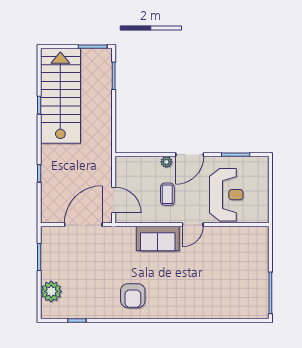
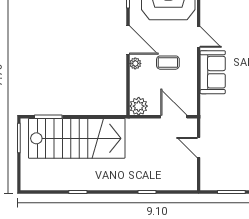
stairs: (60, 96) -> (77, 138), moved, turned 180
plant: (124, 165) -> (139, 106), added
door: (114, 200) -> (174, 117), hinge flipped
door: (83, 225) -> (199, 147), width x0.53

